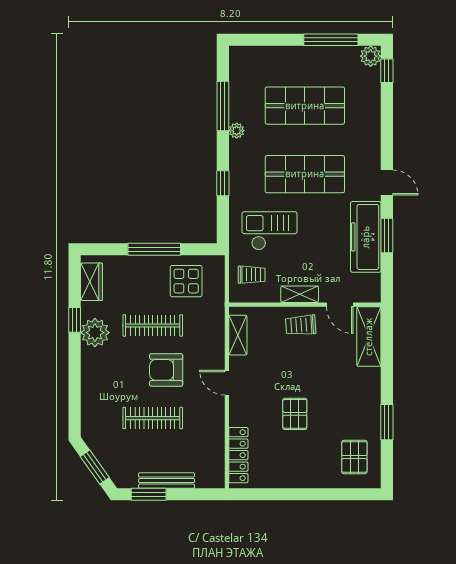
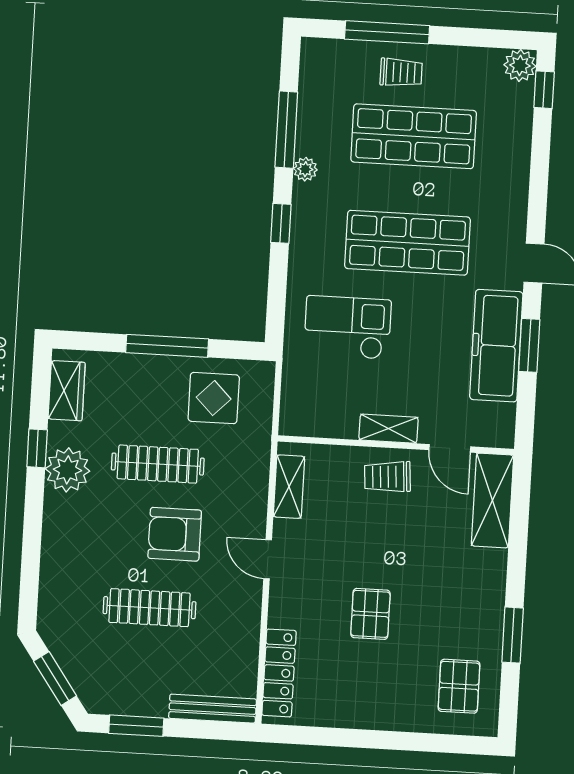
window: (331, 40) -> (387, 32), moved
window: (223, 183) -> (281, 223), moved
trolley: (252, 275) -> (401, 72), moved
bench: (167, 481) -> (213, 709), moved

